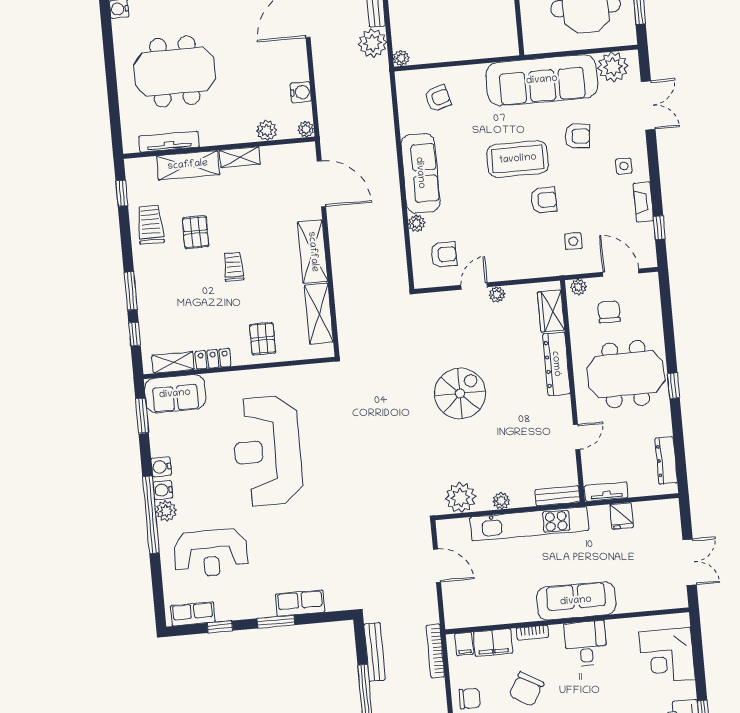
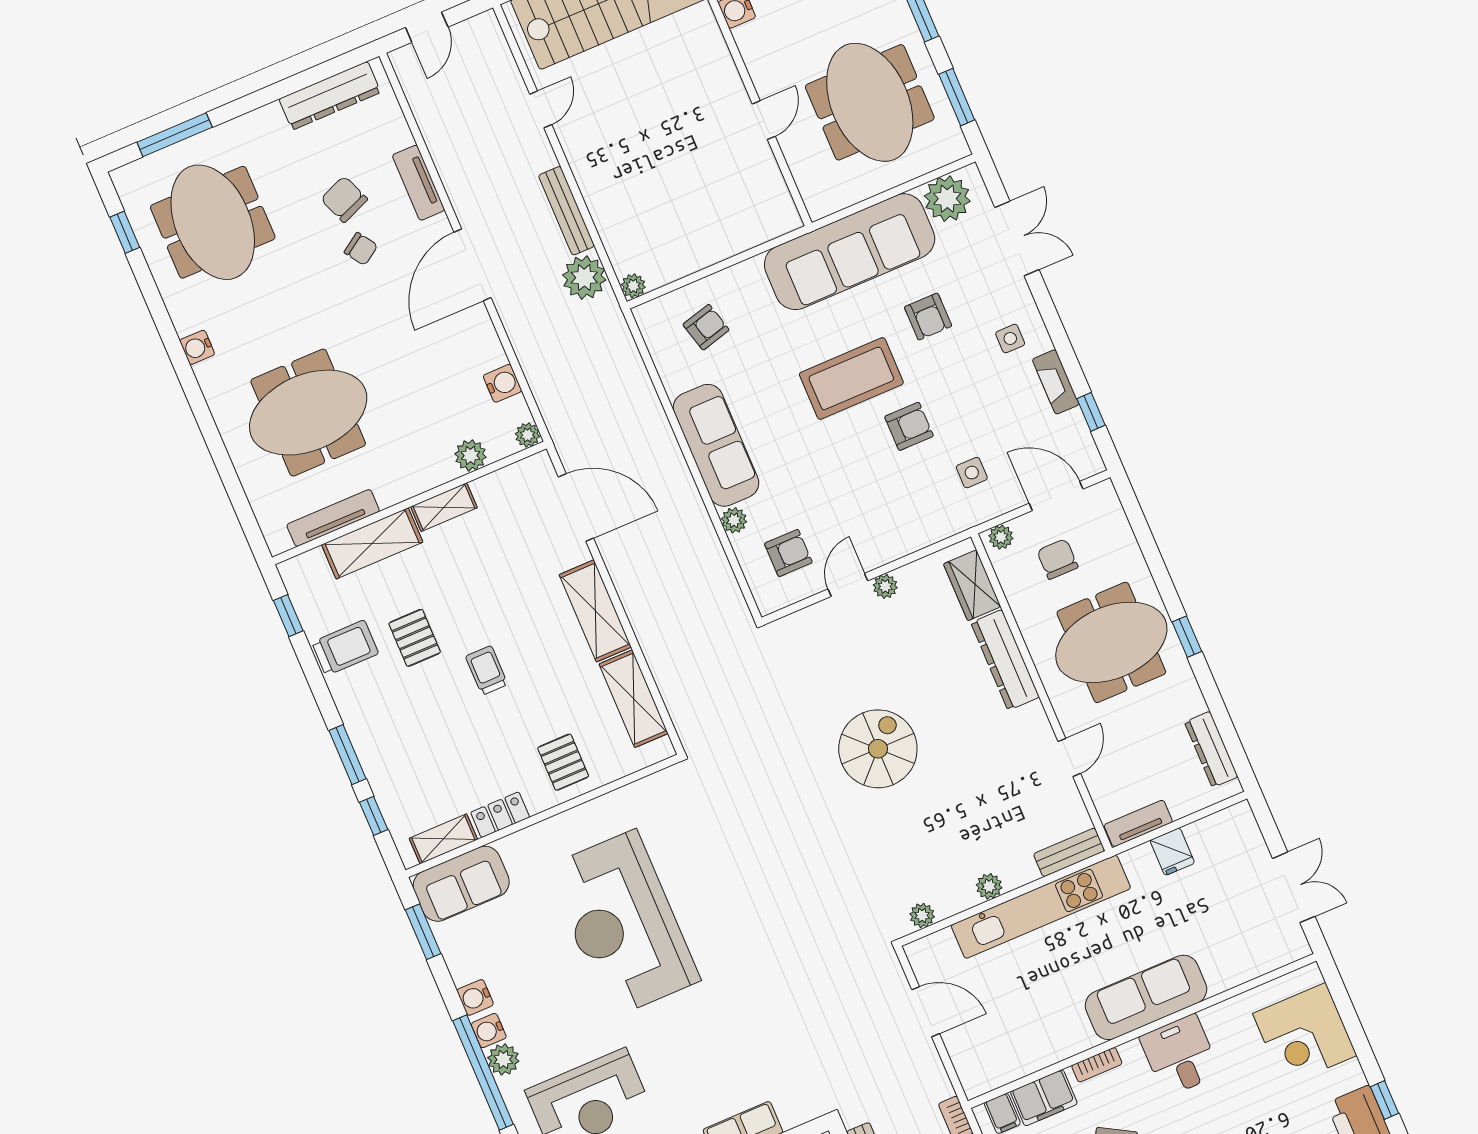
armchair: (577, 136) -> (928, 317), turned 85
trolley: (150, 224) -> (345, 648), turned 90
plant: (461, 498) -> (922, 915), width x0.53, depth x0.53

